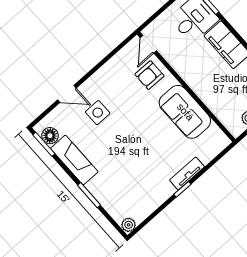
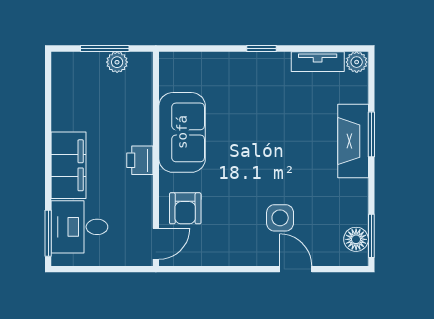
armchair: (149, 75) -> (185, 208), turned 90
printer: (194, 79) -> (140, 160), added
fireplace: (74, 160) -> (353, 141), moved
tv unit: (187, 173) -> (318, 62), moved

